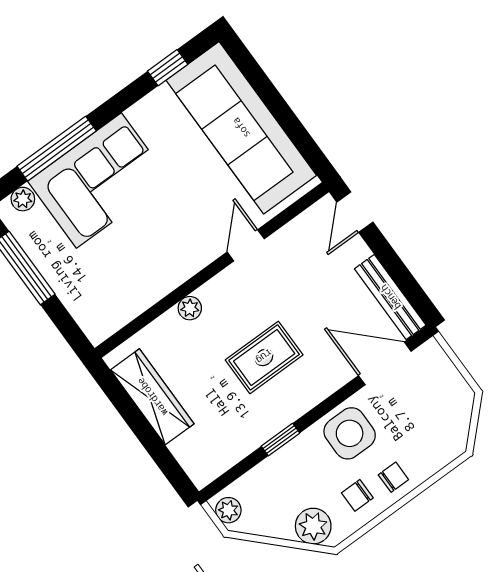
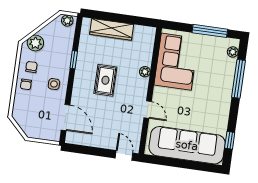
corner sofa: (99, 180) -> (176, 62), moved, turned 180
bench: (390, 297) -> (85, 140), removed
door: (385, 363) -> (66, 117), hinge flipped
wardrobe: (152, 397) -> (112, 29), moved
side table: (350, 433) -> (54, 84), width x0.54, depth x0.54

